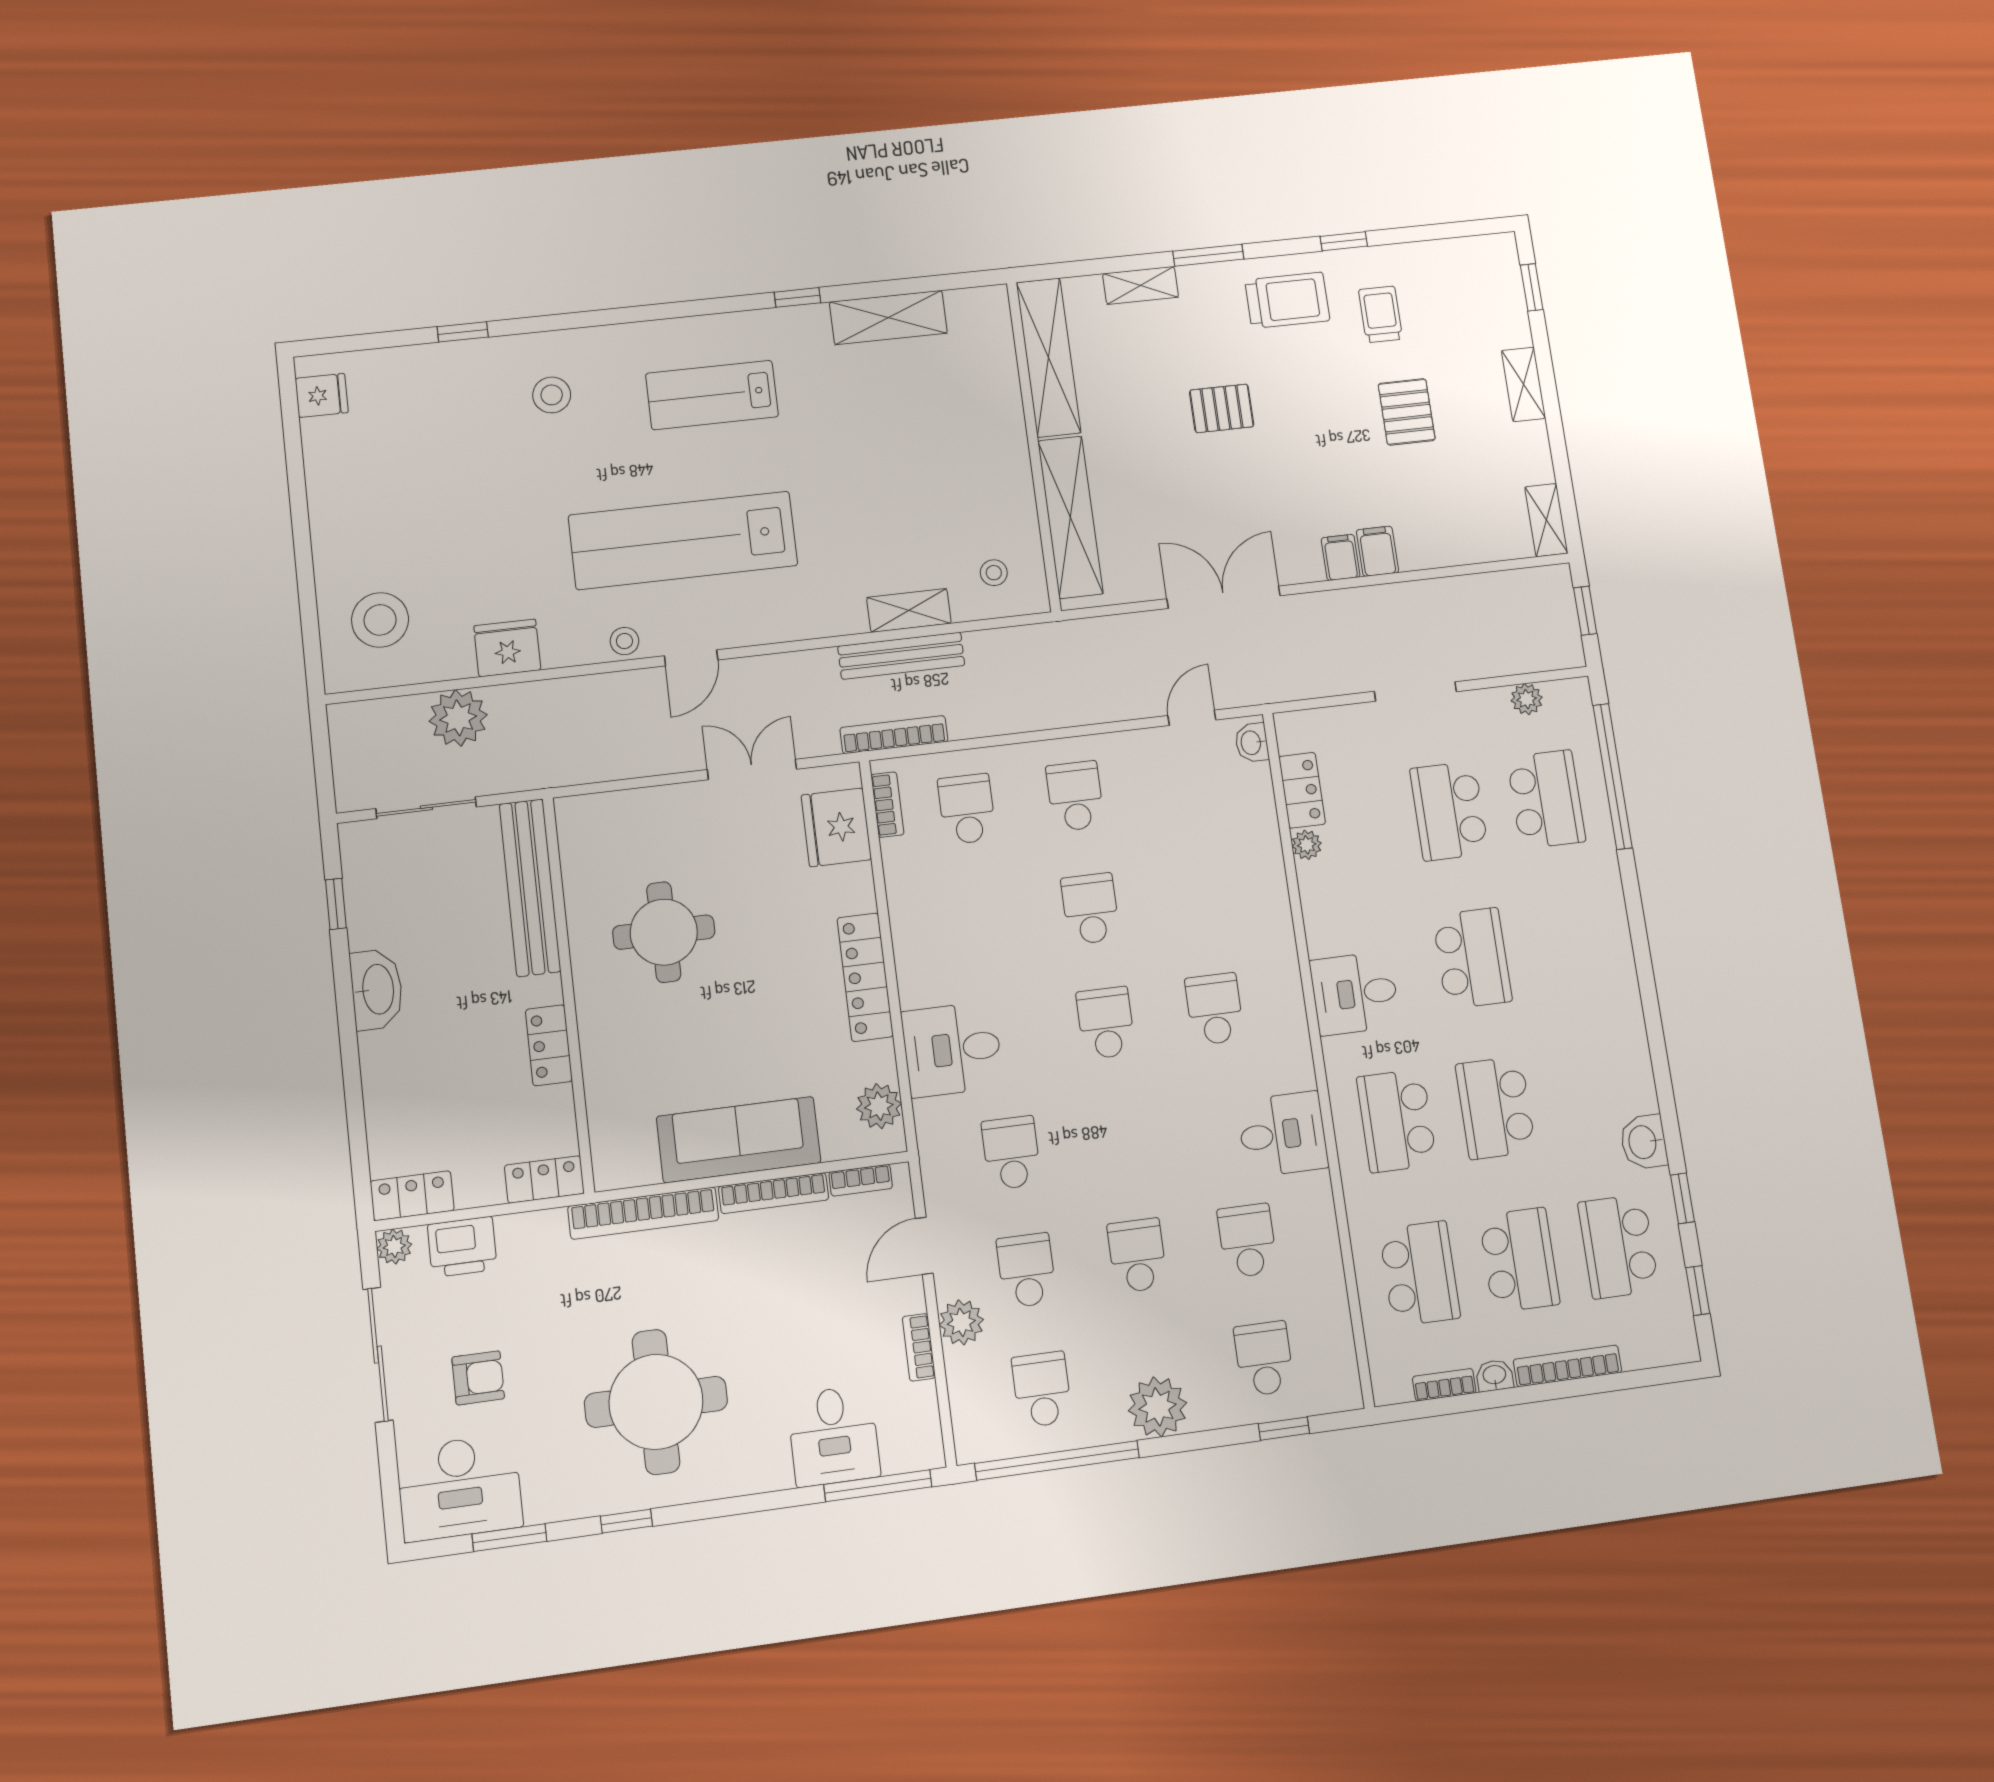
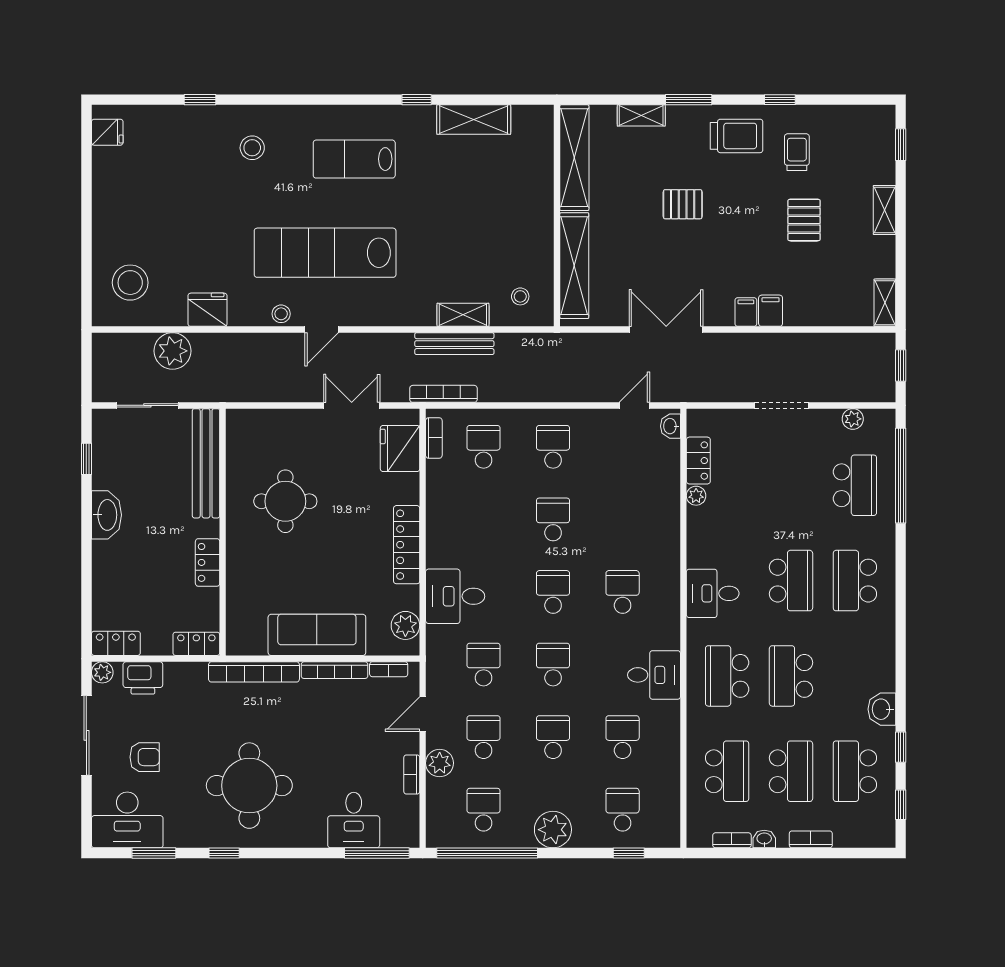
school desk: (1449, 811) -> (855, 581), moved
school desk: (1121, 1138) -> (553, 665), added
bookcase: (1567, 1366) -> (811, 839), width x0.64

